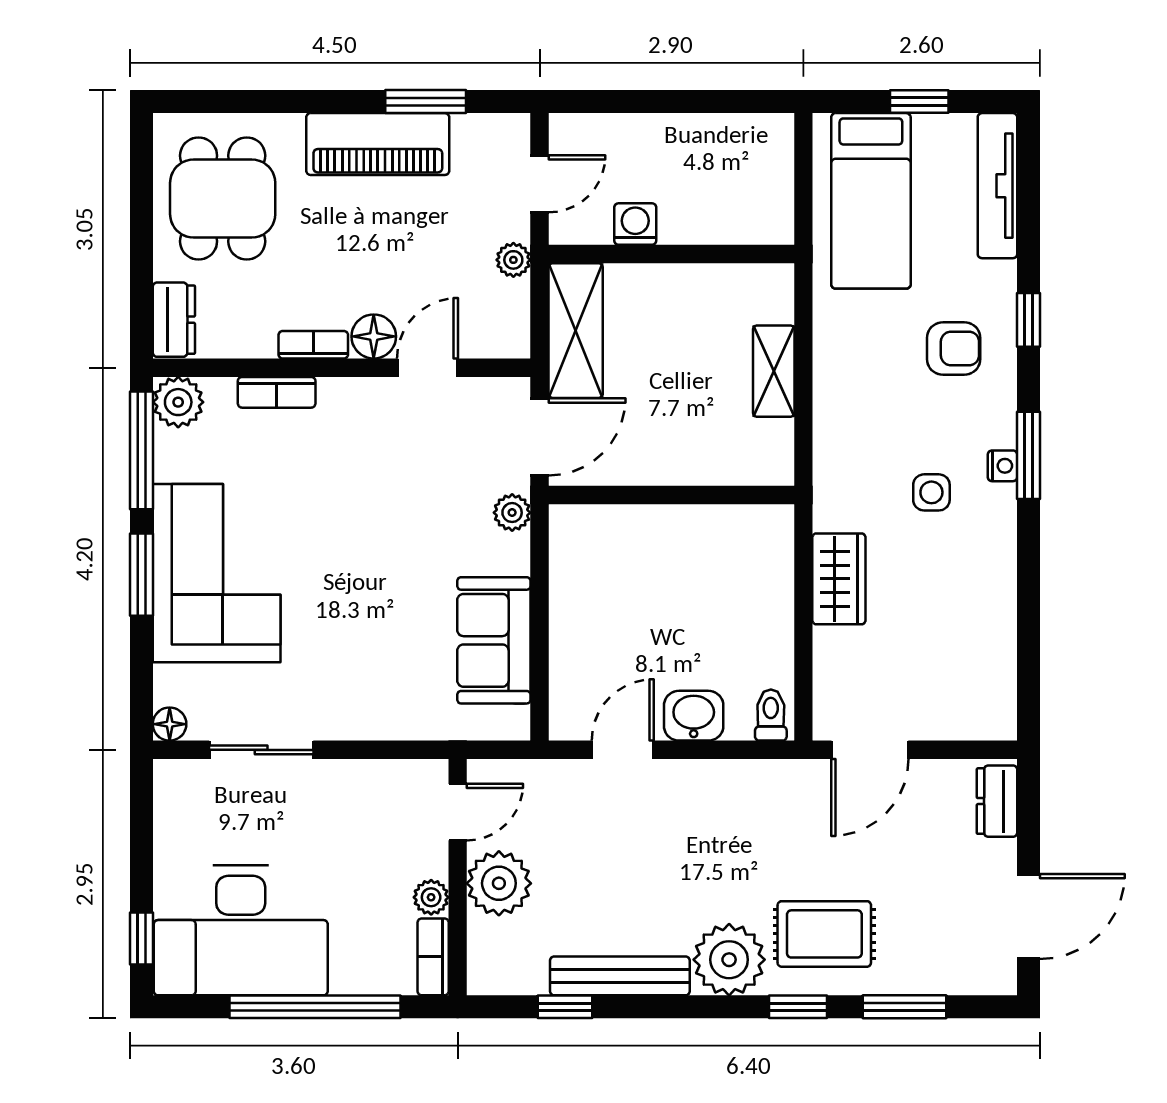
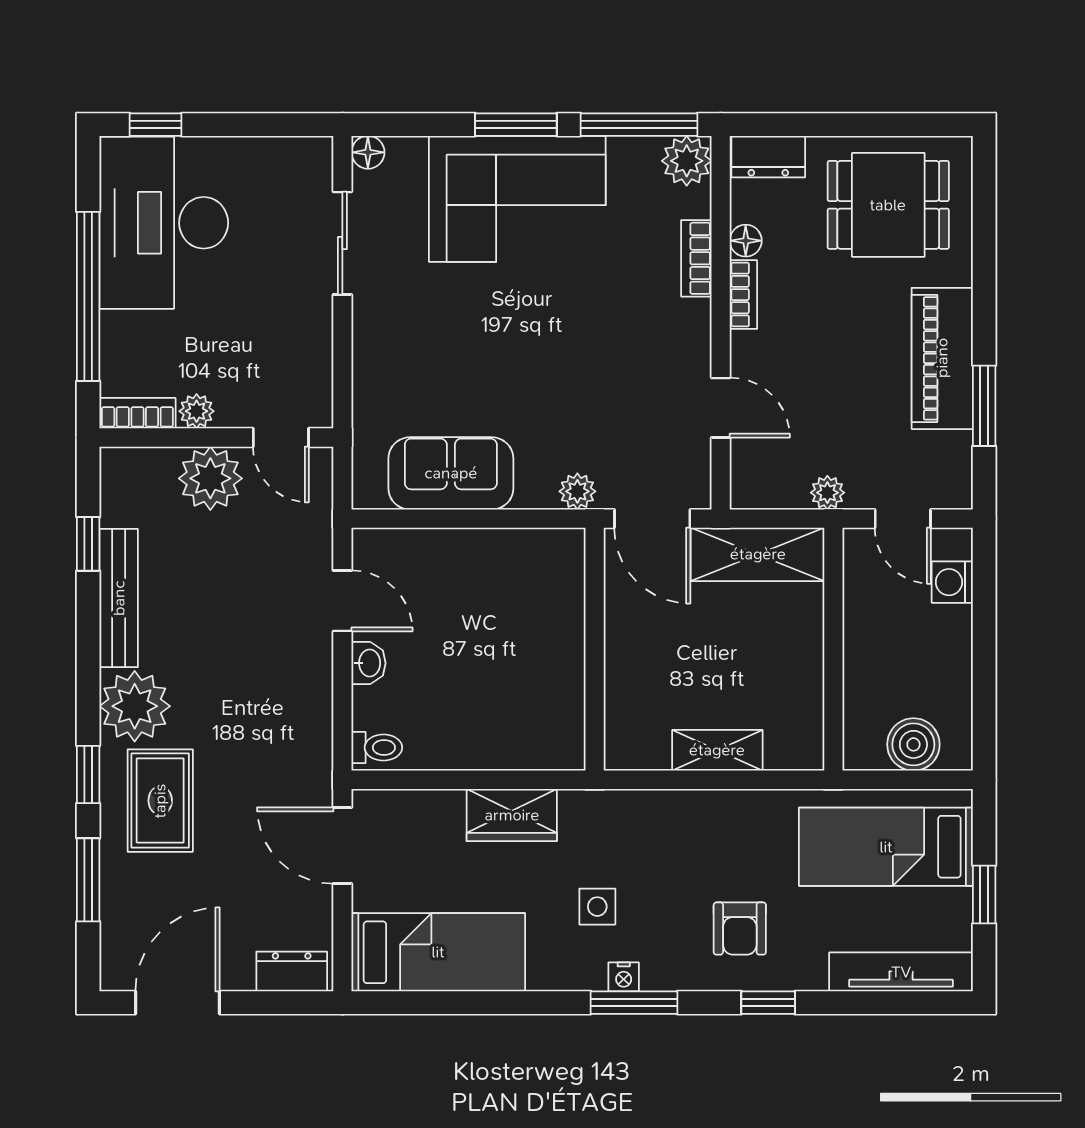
boiler: (768, 173) -> (913, 744), added
washing machine: (635, 224) -> (952, 582), moved, turned 180
floor lamp: (374, 336) -> (746, 241), moved, width x0.73, depth x0.73
bed: (978, 653) -> (438, 952), added
washbasin: (694, 716) -> (369, 663), width x0.72, depth x0.69
door: (1029, 917) -> (177, 1003), swing flipped

